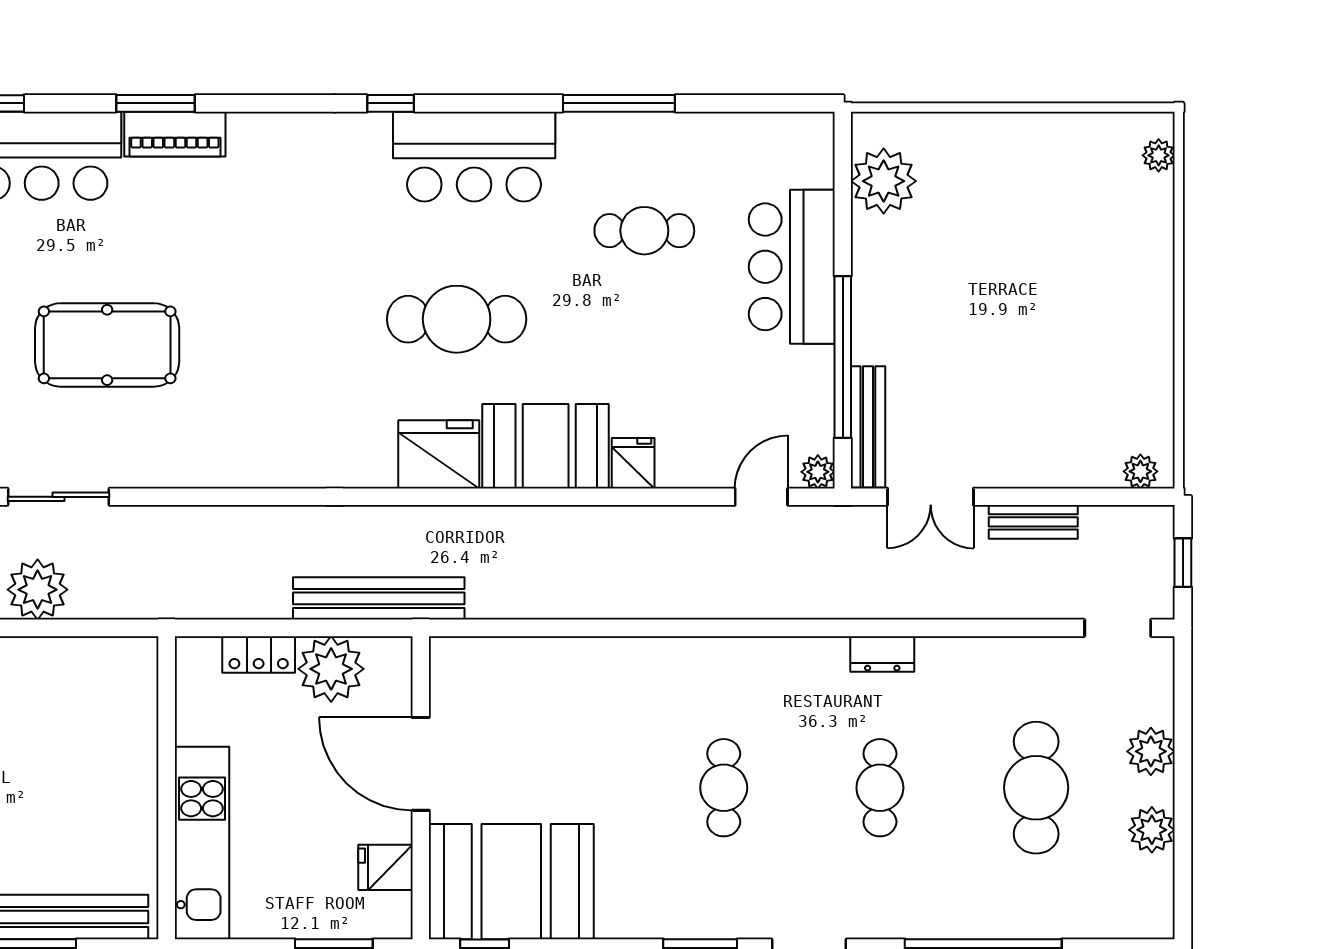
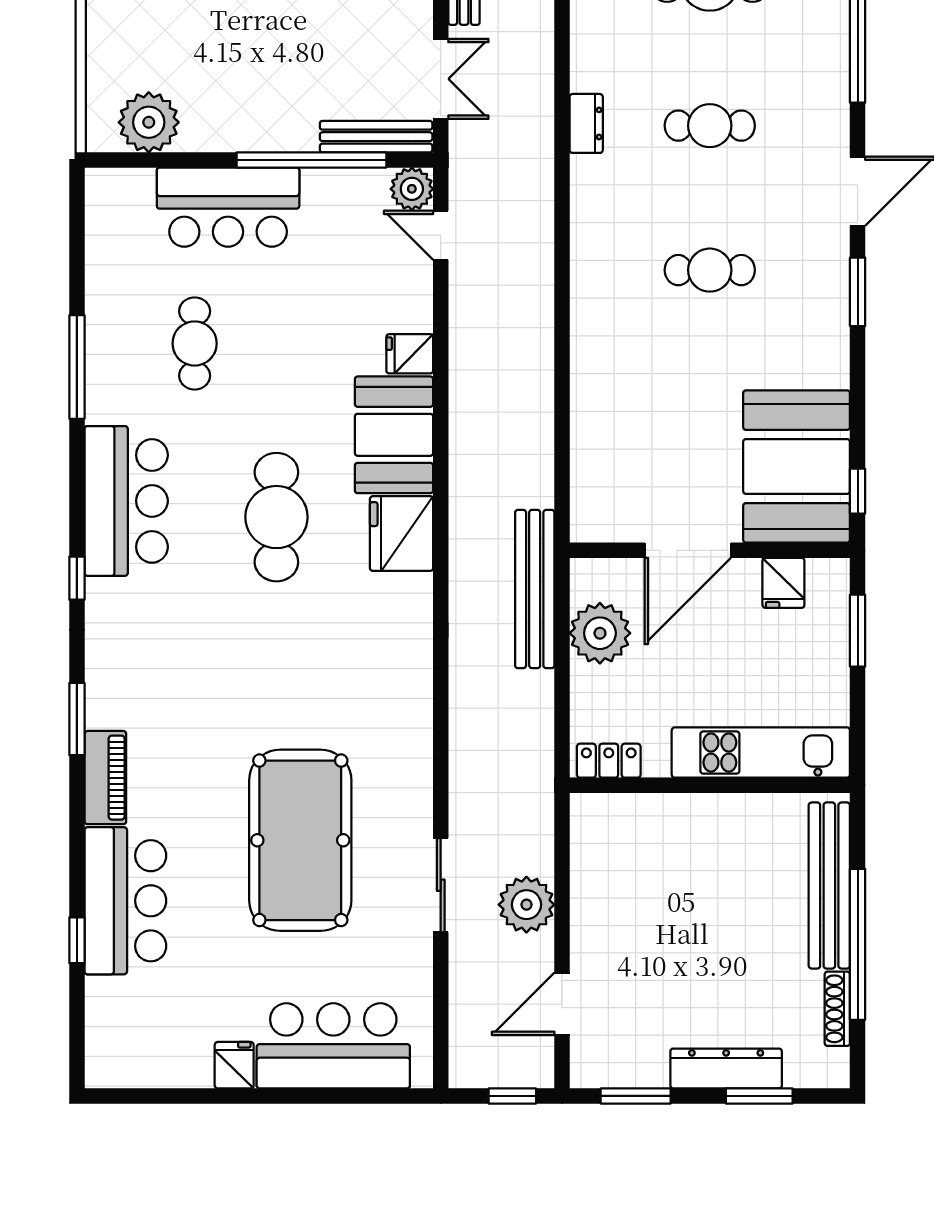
window: (156, 103) -> (77, 719), moved
pool table: (107, 345) -> (300, 840), width x1.36, depth x1.32
plant: (818, 472) -> (412, 189), width x1.38, depth x1.38
locker: (259, 654) -> (609, 761), moved, turned -90

